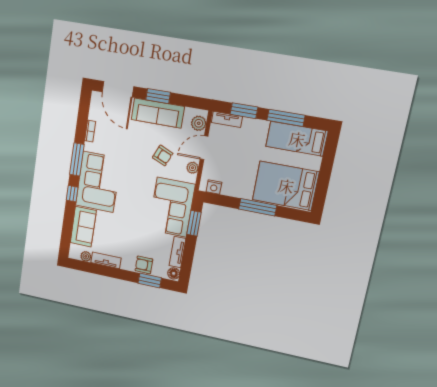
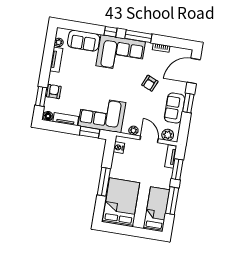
sofa: (158, 113) -> (175, 108), width x0.73
armchair: (163, 155) -> (150, 83), moved

